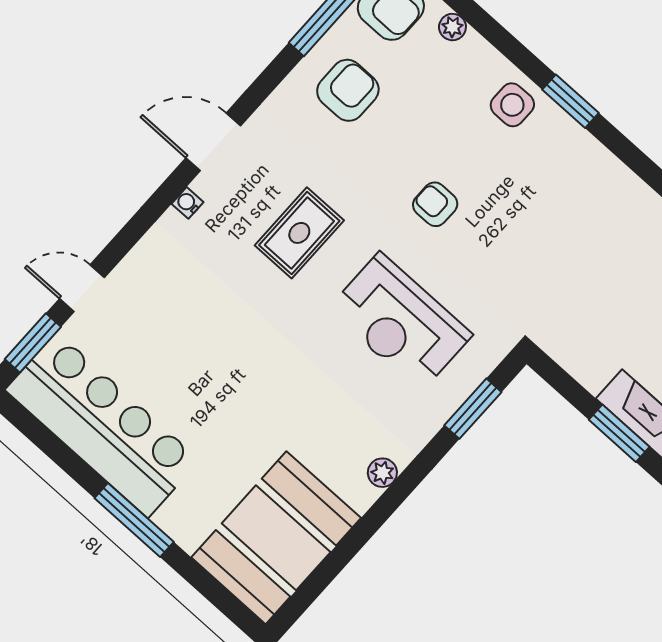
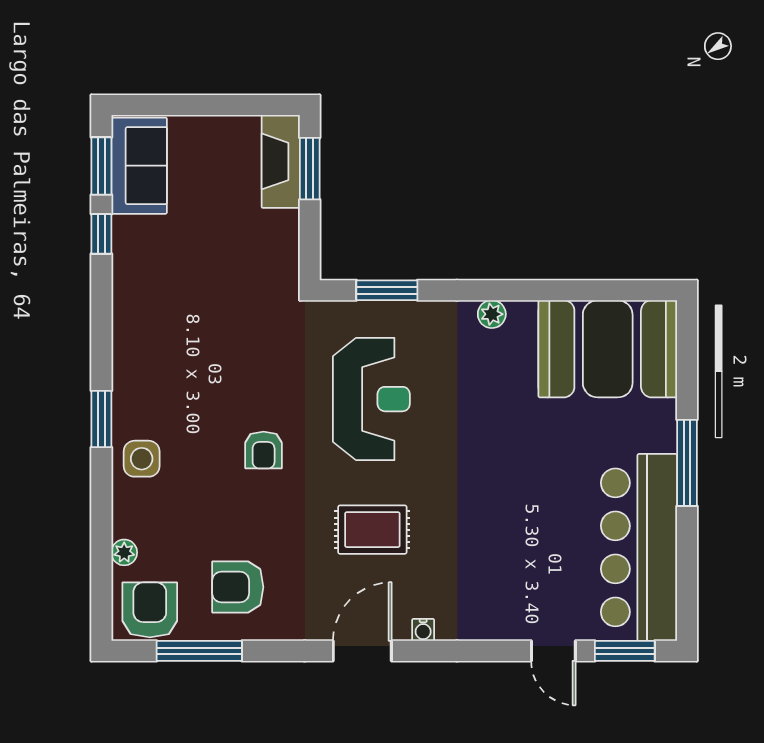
door: (213, 142) -> (362, 651), swing flipped

